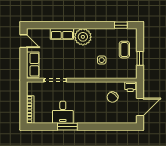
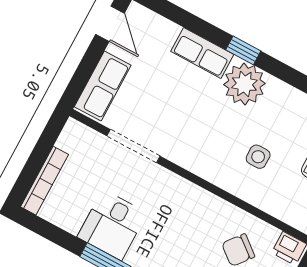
window: (76, 25) -> (243, 50), added

